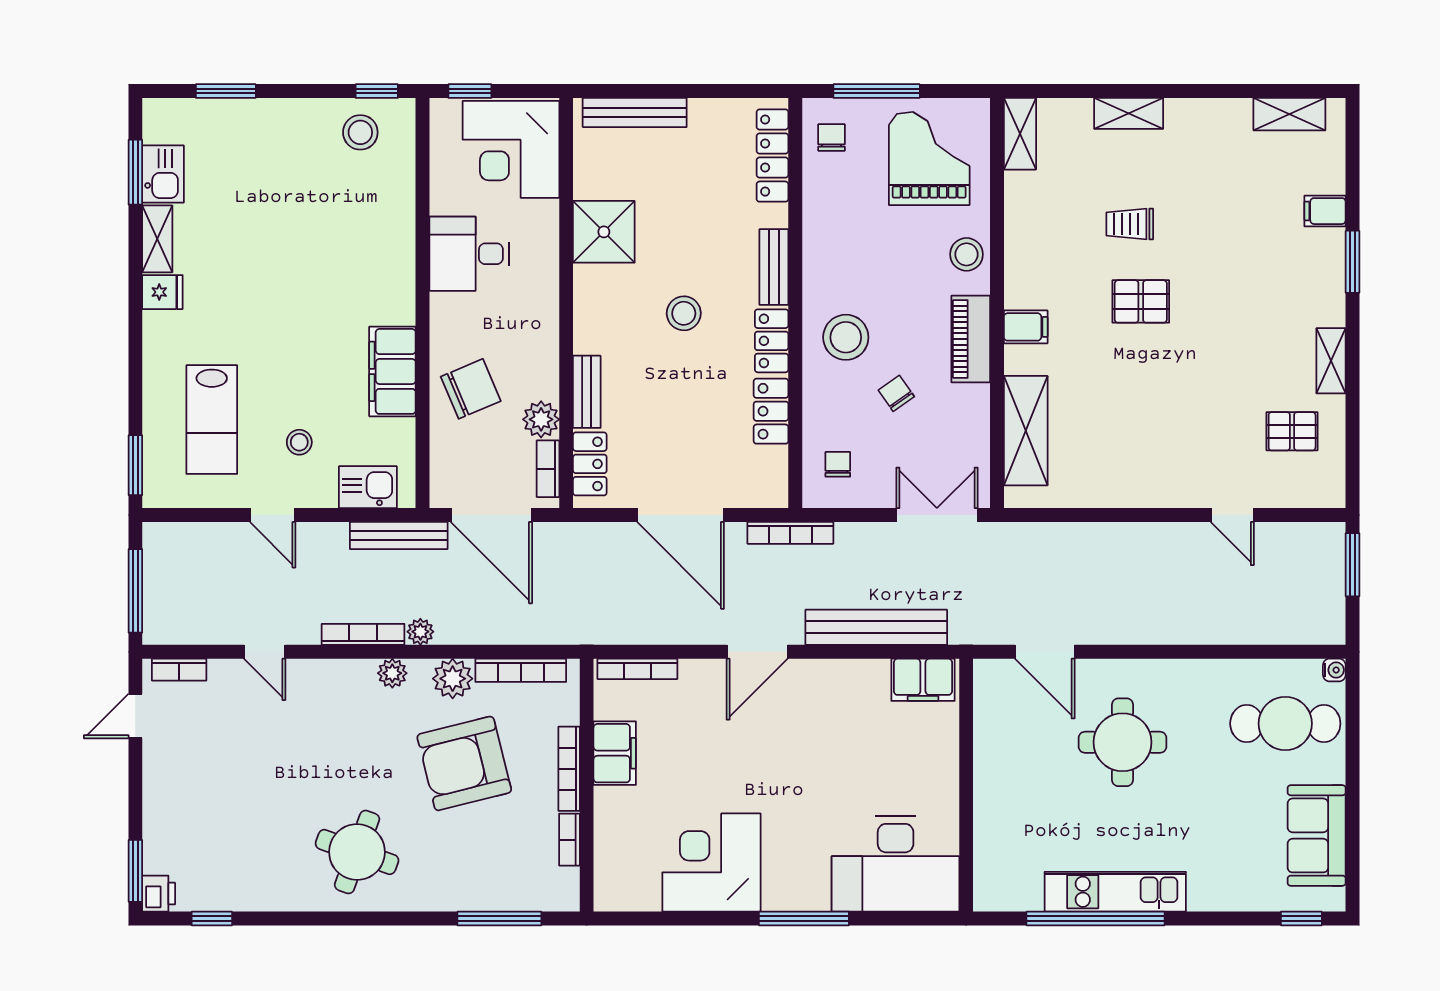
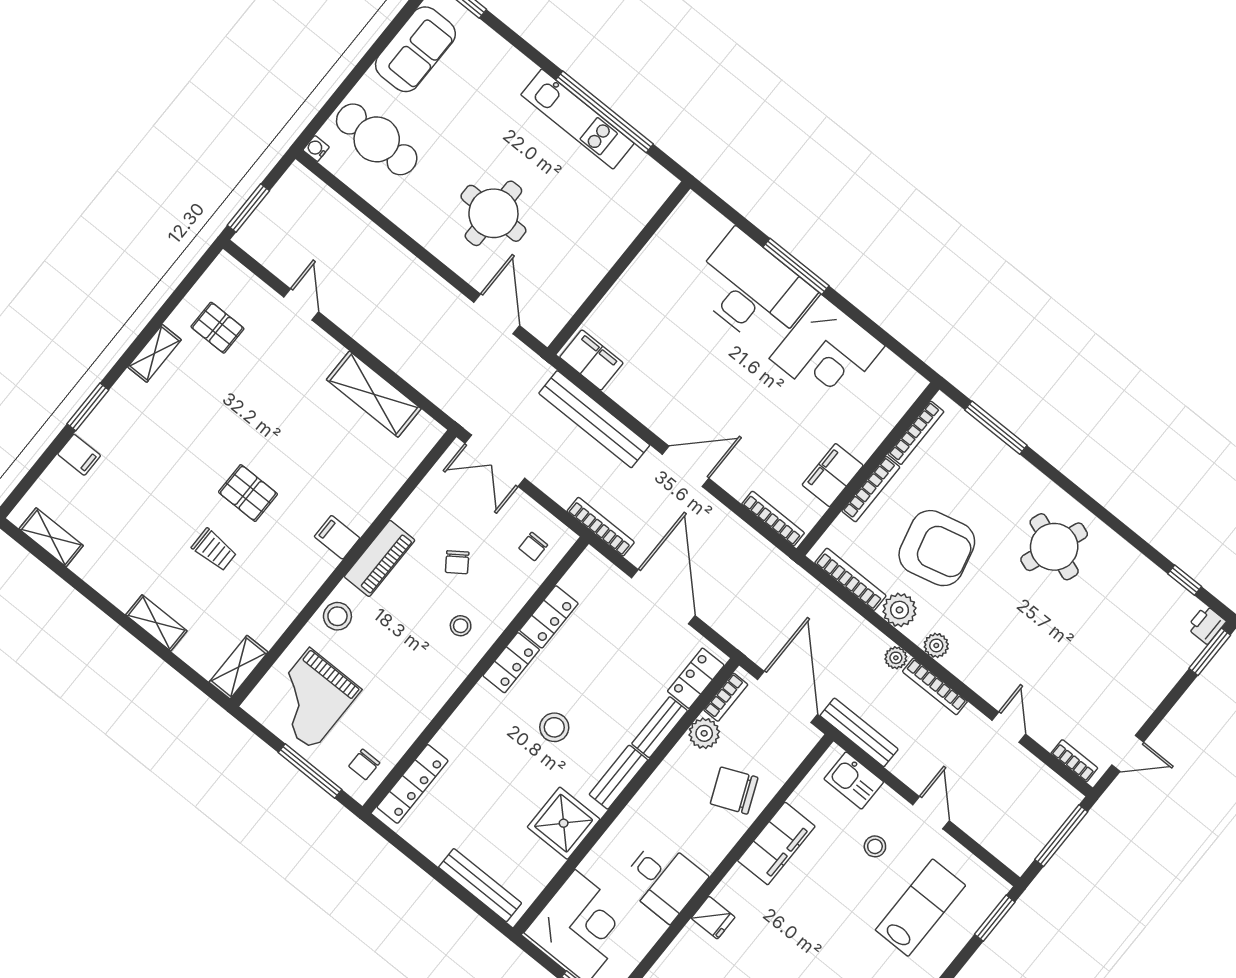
fridge: (396, 256) -> (713, 918), added
bench: (774, 267) -> (618, 777), moved
stool: (846, 337) -> (461, 626), width x0.53, depth x0.53
shelving: (1026, 431) -> (374, 394), moved, turned 90
bookcase: (569, 840) -> (916, 433), width x1.56
desk: (896, 864) -> (752, 290), moved

